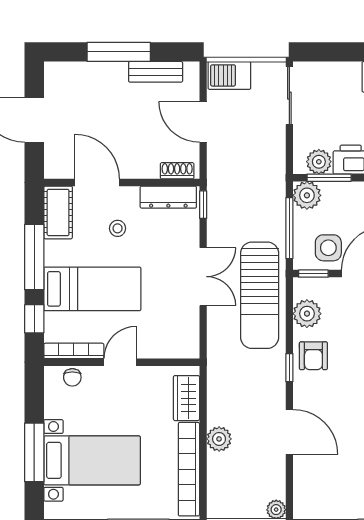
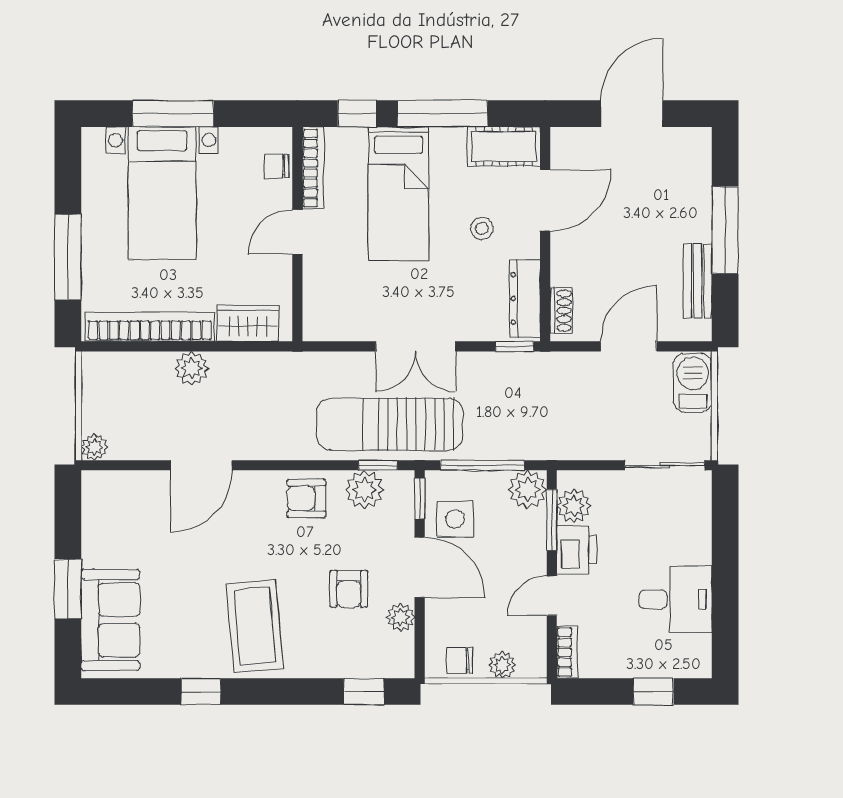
door: (120, 362) -> (297, 232), swing flipped
window: (289, 368) -> (378, 465), moved

